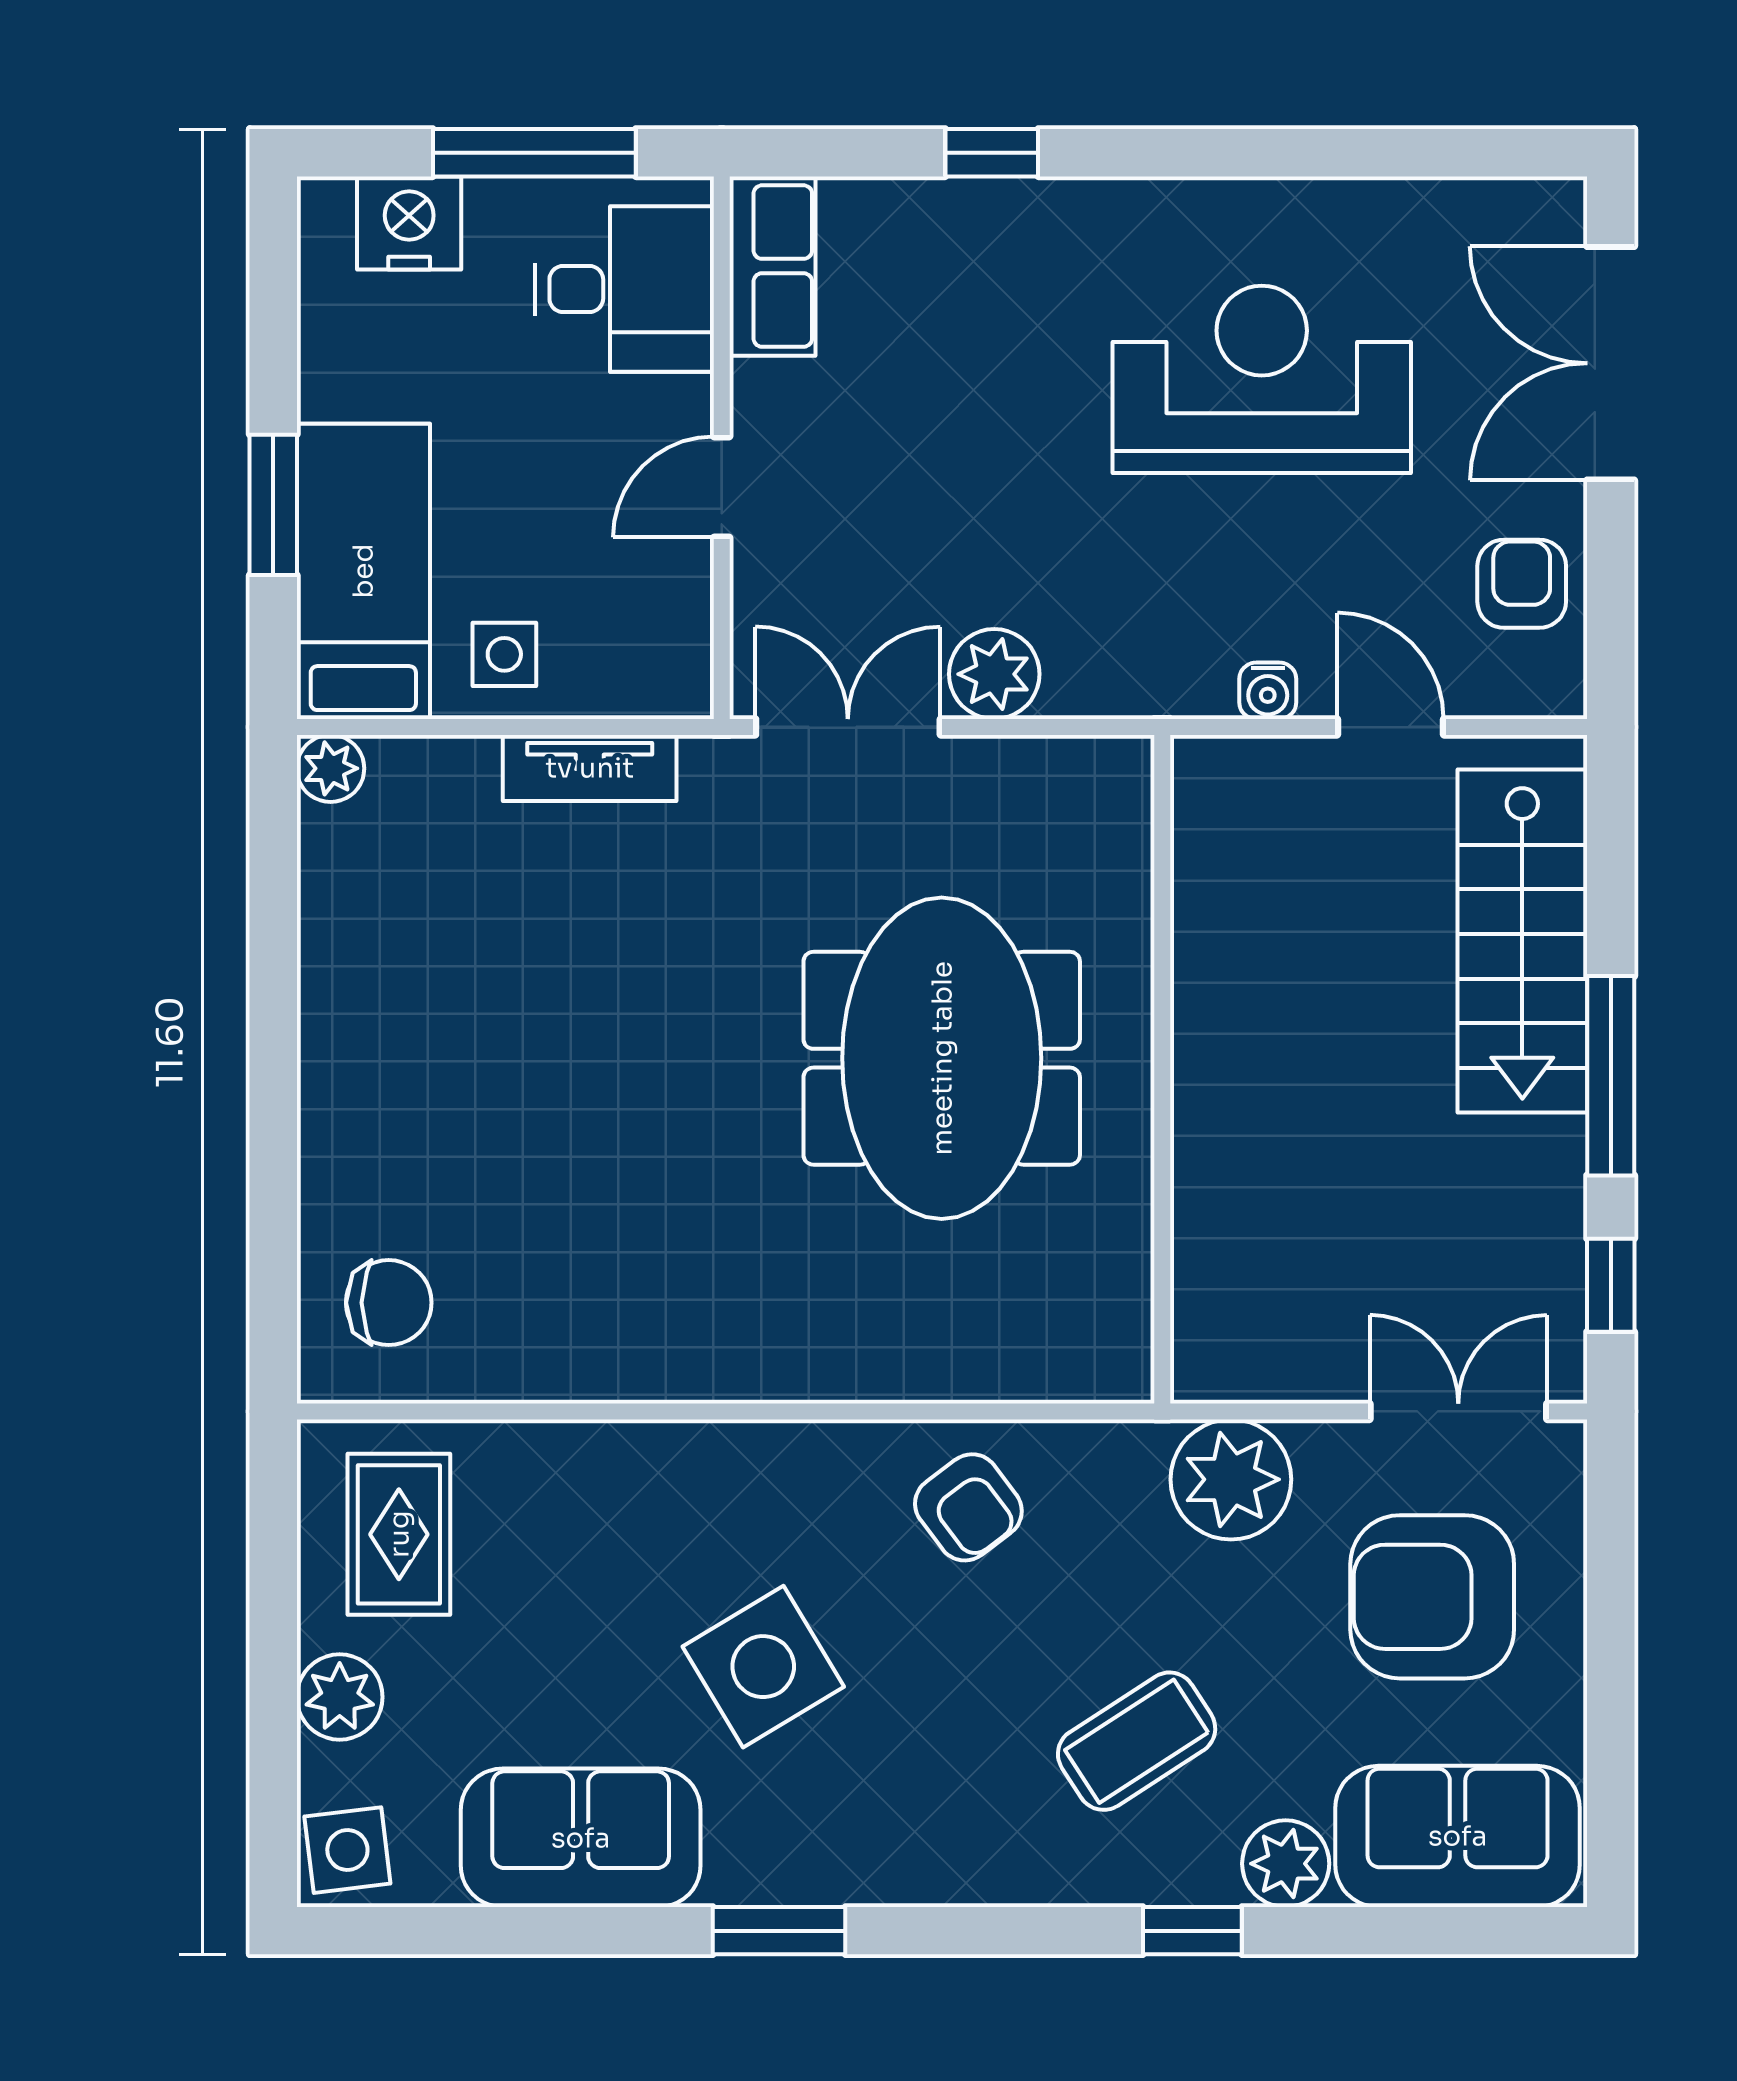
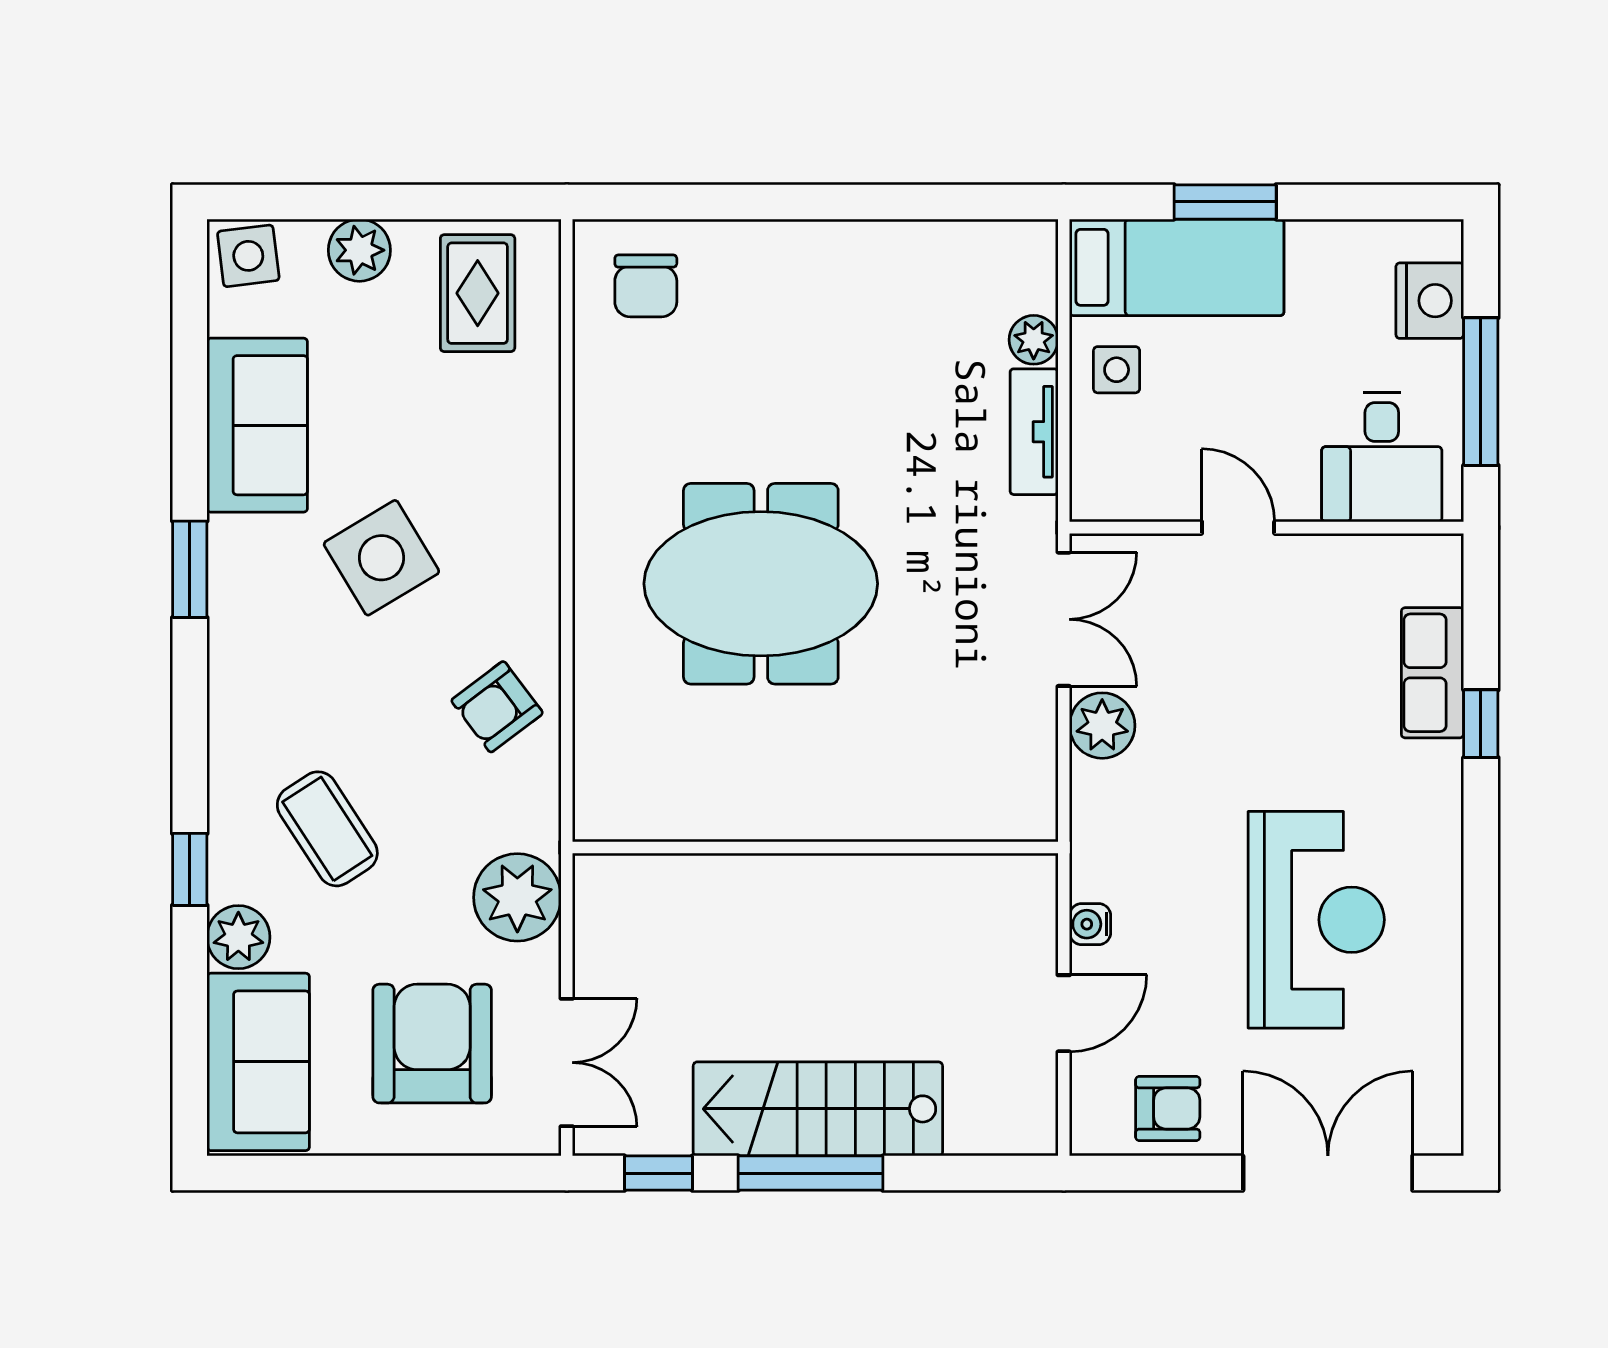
row of seats: (772, 266) -> (1432, 673), moved, turned 90
plant: (331, 768) -> (1034, 340), moved
stairs: (1522, 941) -> (818, 1109), moved
meeting table: (942, 1058) -> (761, 584), moved
rug: (399, 1534) -> (478, 293), turned 90

